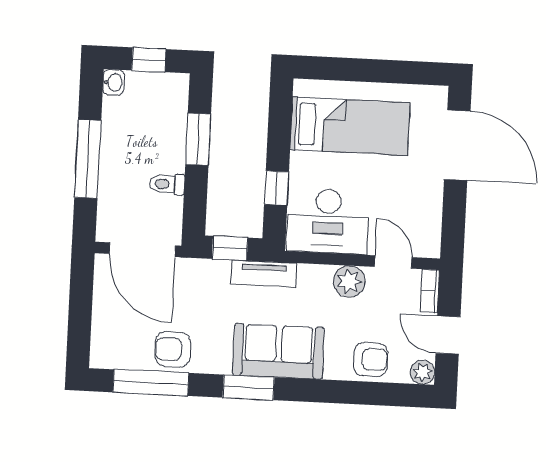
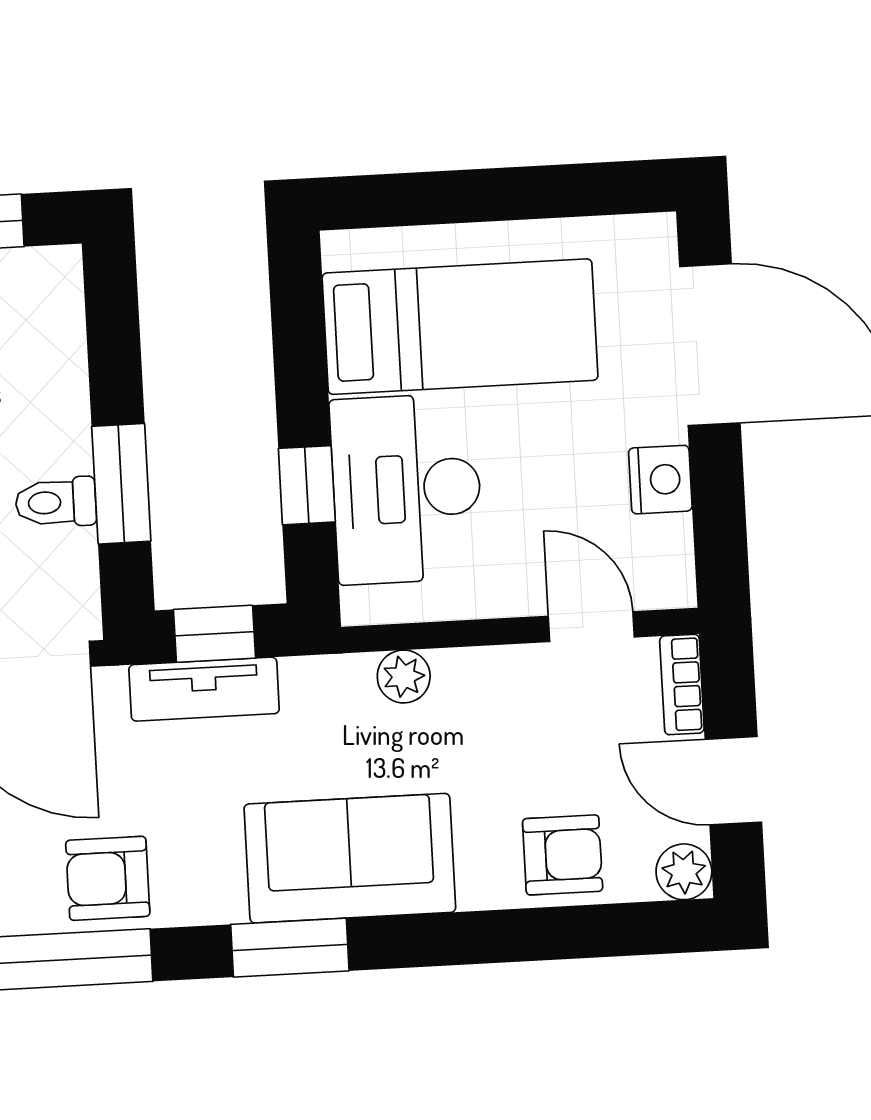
window: (198, 139) -> (121, 484), moved
nightstand: (430, 201) -> (660, 480), added
desk: (328, 221) -> (407, 489), moved, turned 90
tv unit: (264, 274) -> (204, 689), moved
plant: (349, 281) -> (404, 677), moved, width x0.73, depth x0.73

